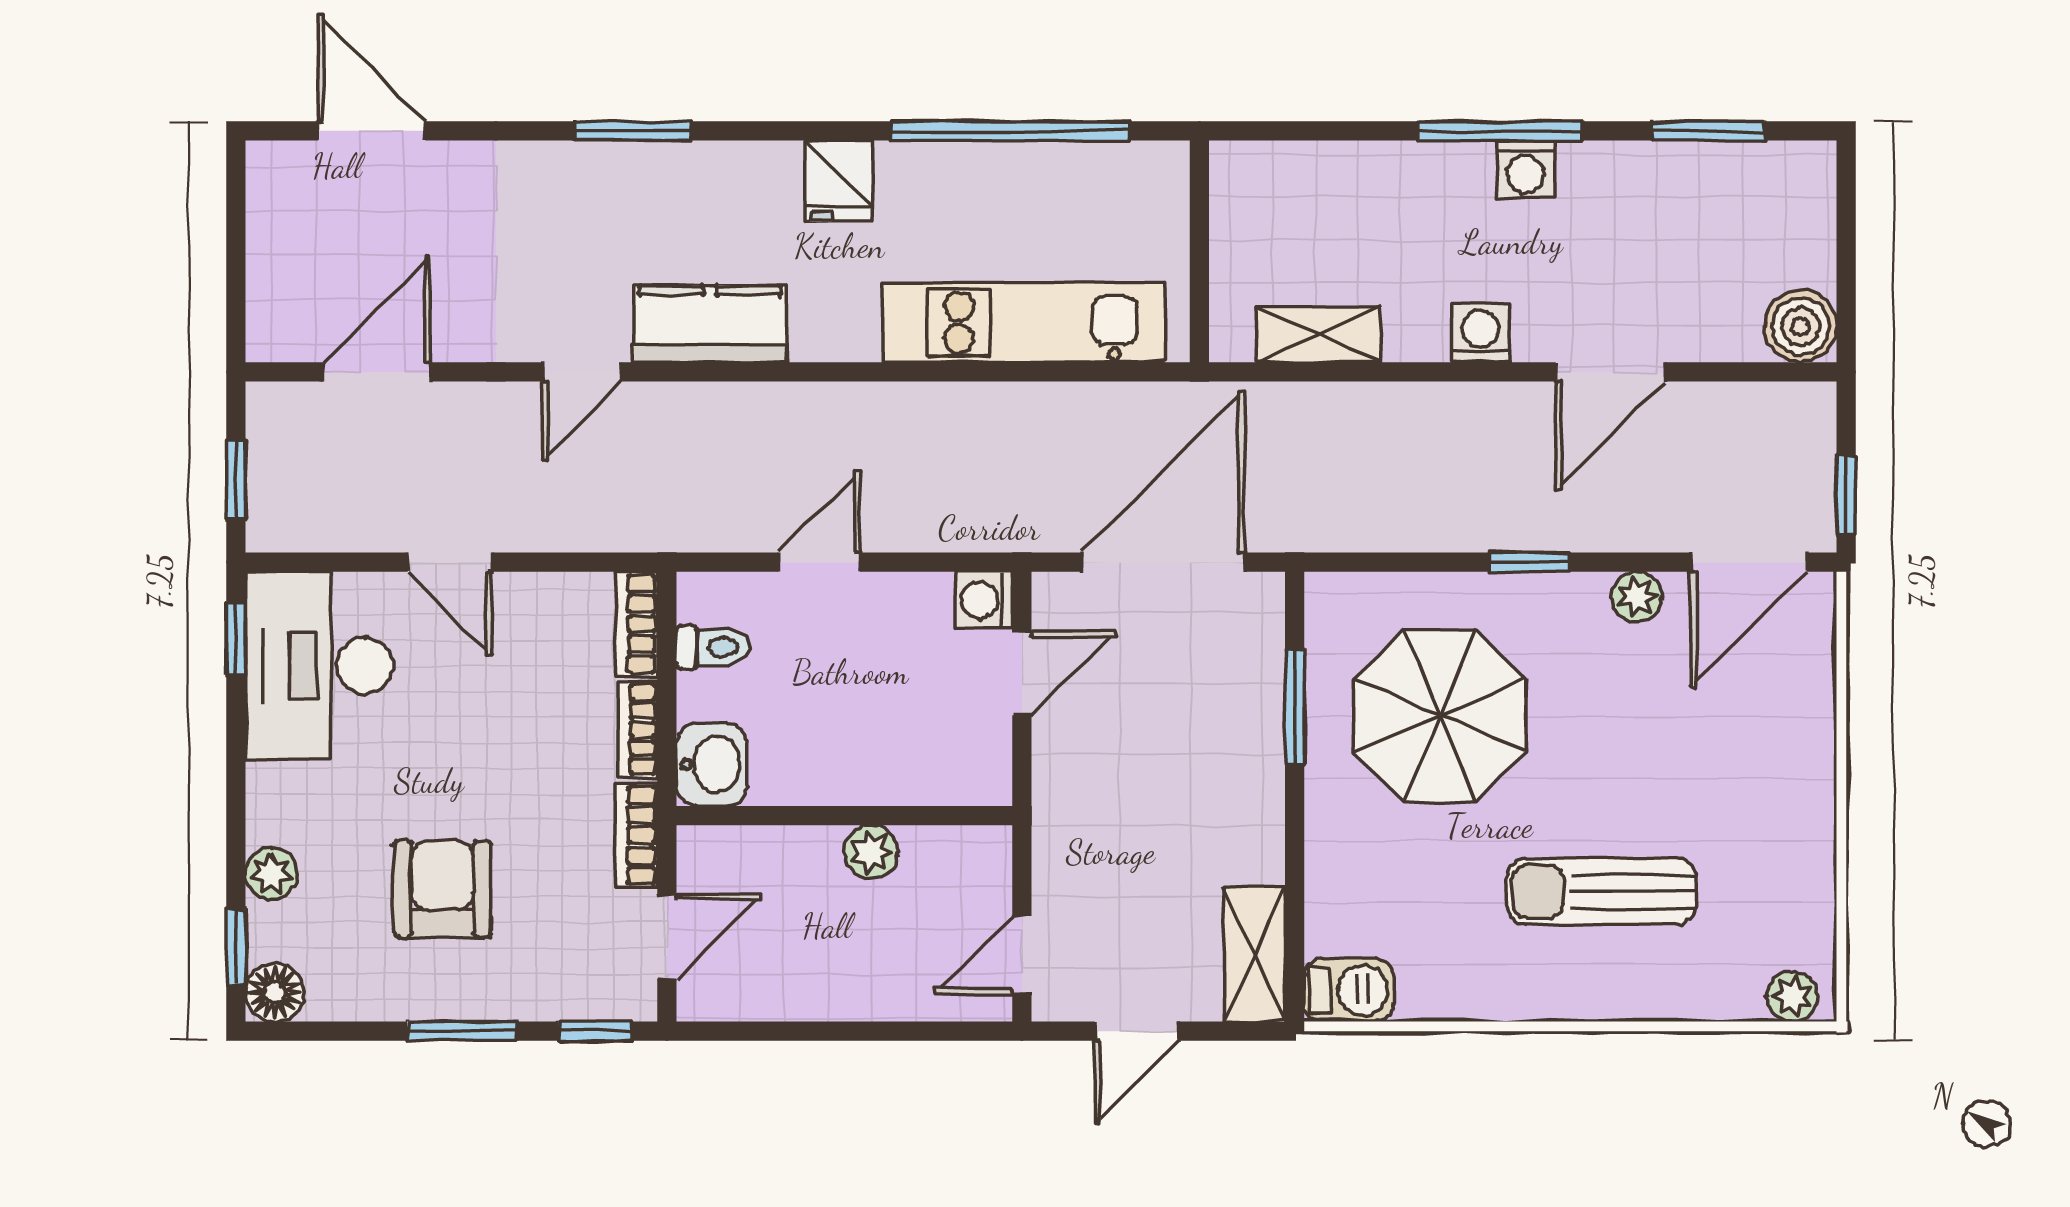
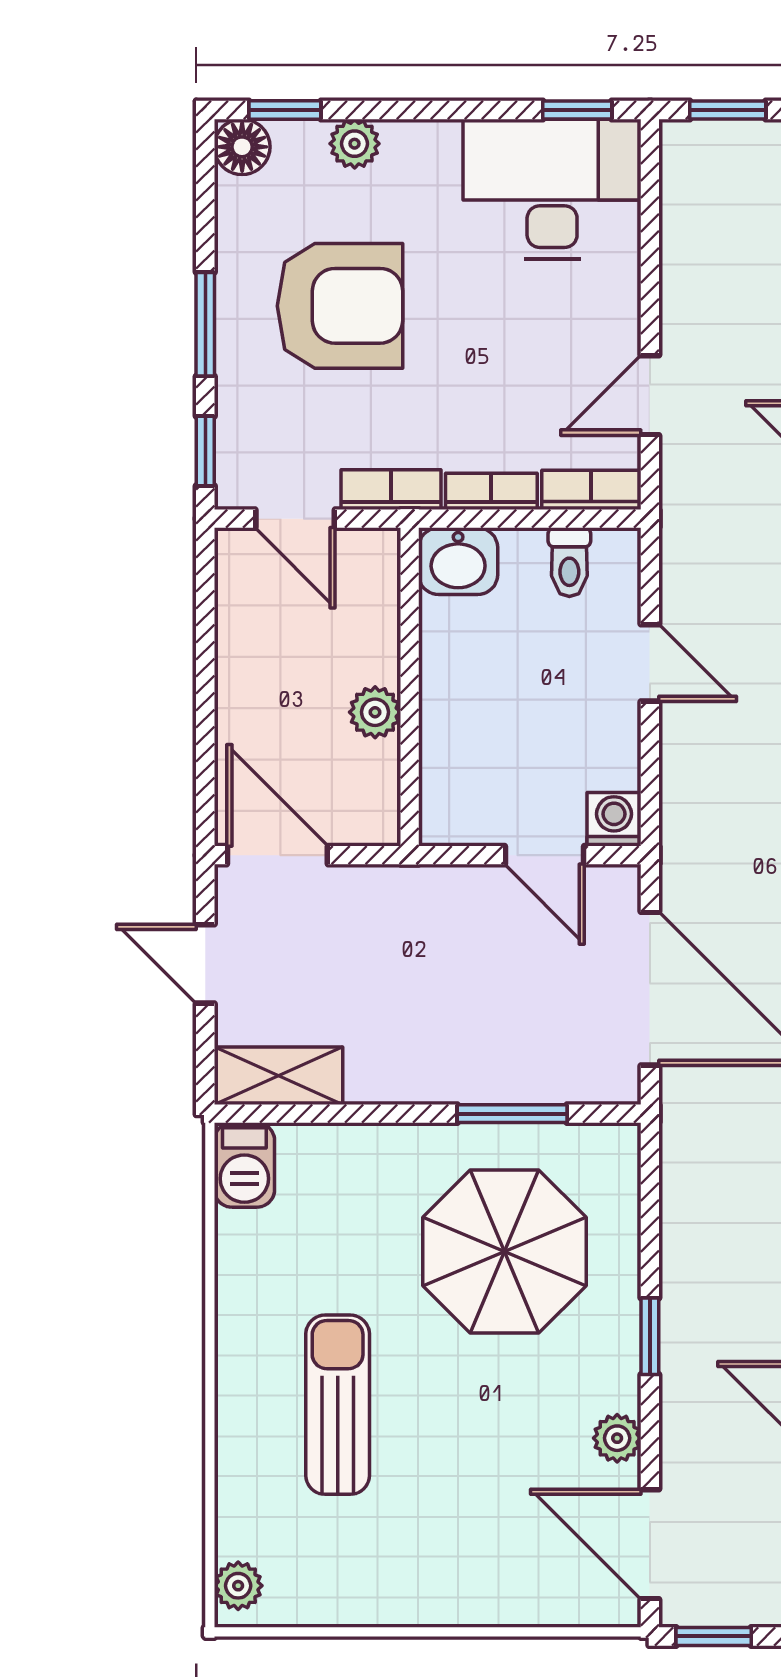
door: (450, 562) -> (650, 395), moved
armchair: (442, 889) -> (340, 306), width x1.36, depth x1.36
door: (1022, 955) -> (277, 855), width x1.38

